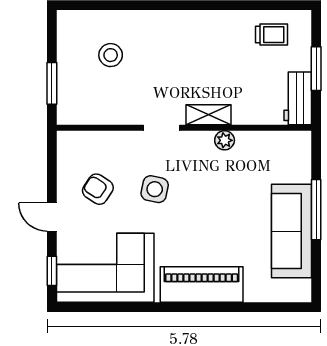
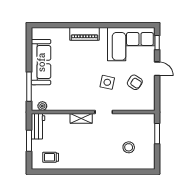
plant: (225, 140) -> (42, 106), moved
window: (316, 210) -> (29, 87), moved
piano: (202, 285) -> (85, 34), width x0.73, depth x0.75

